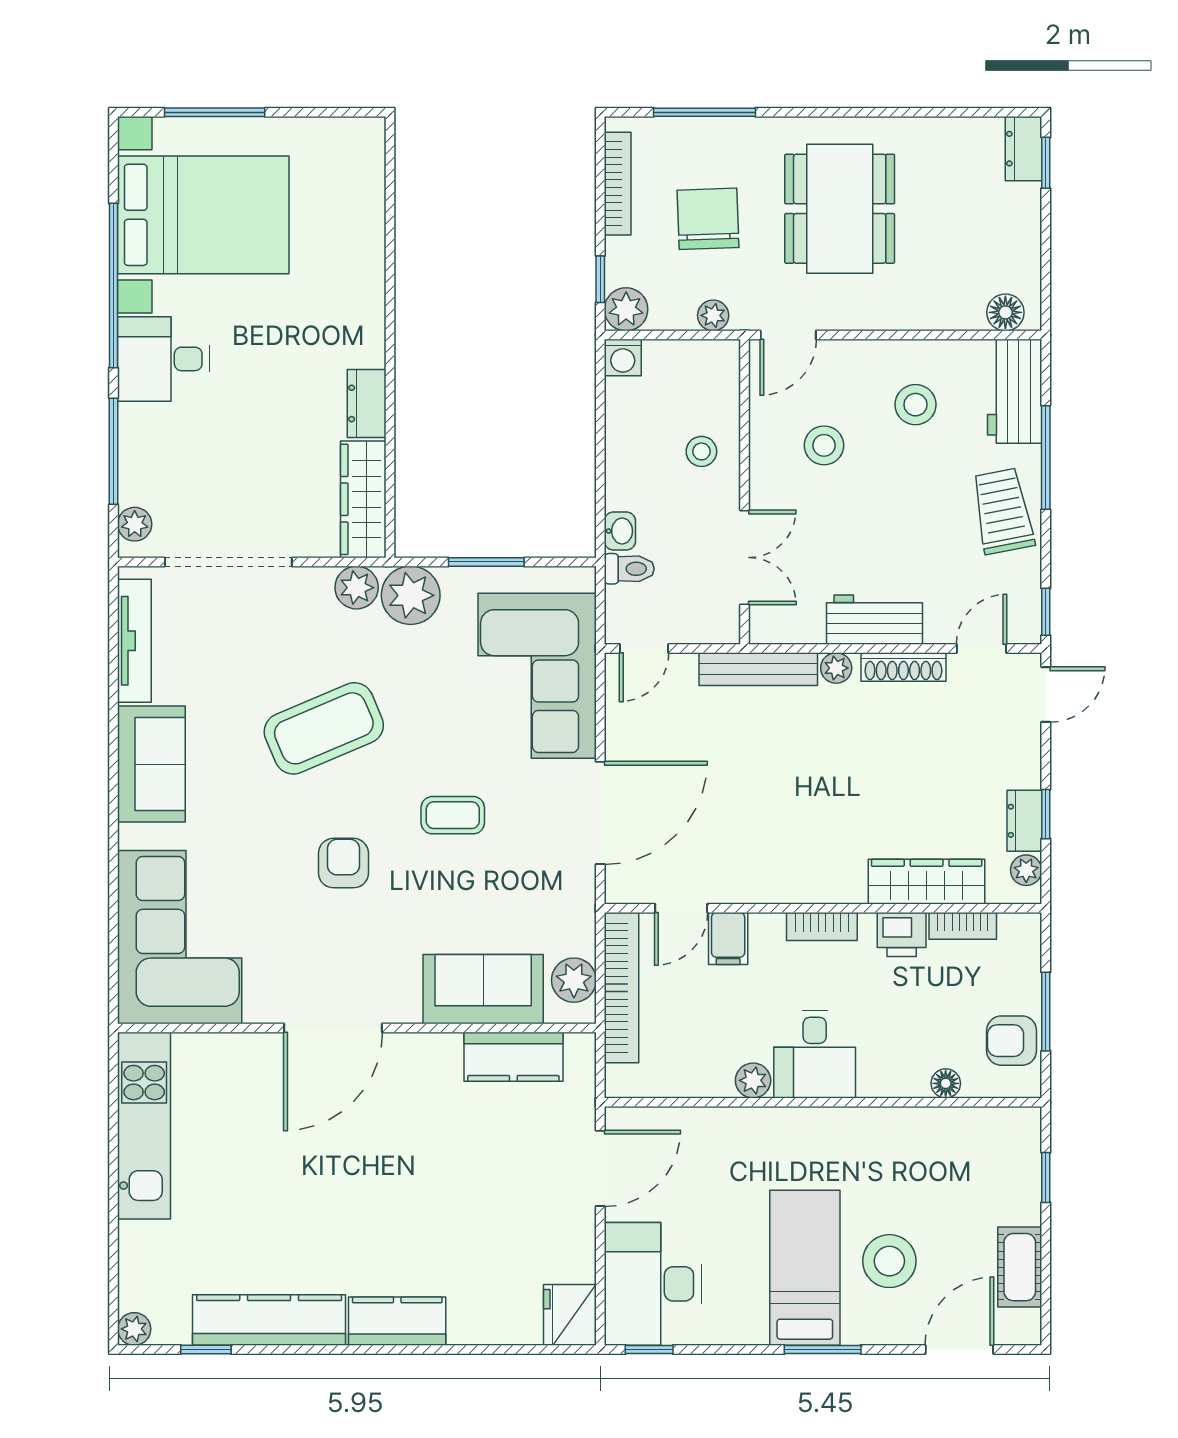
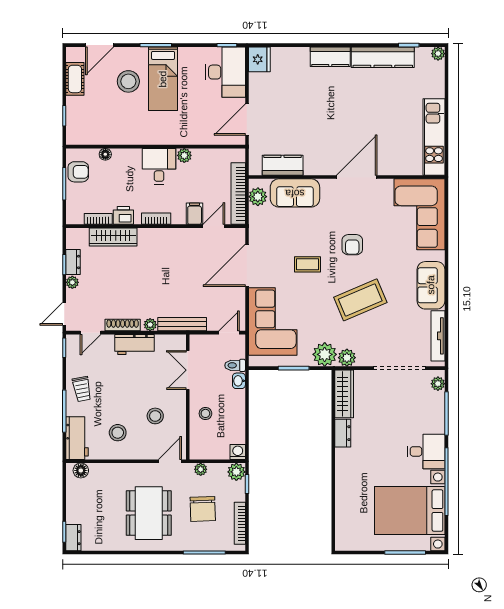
trolley: (1003, 511) -> (82, 389), width x0.73, depth x0.72
plant: (1026, 870) -> (72, 282), moved

